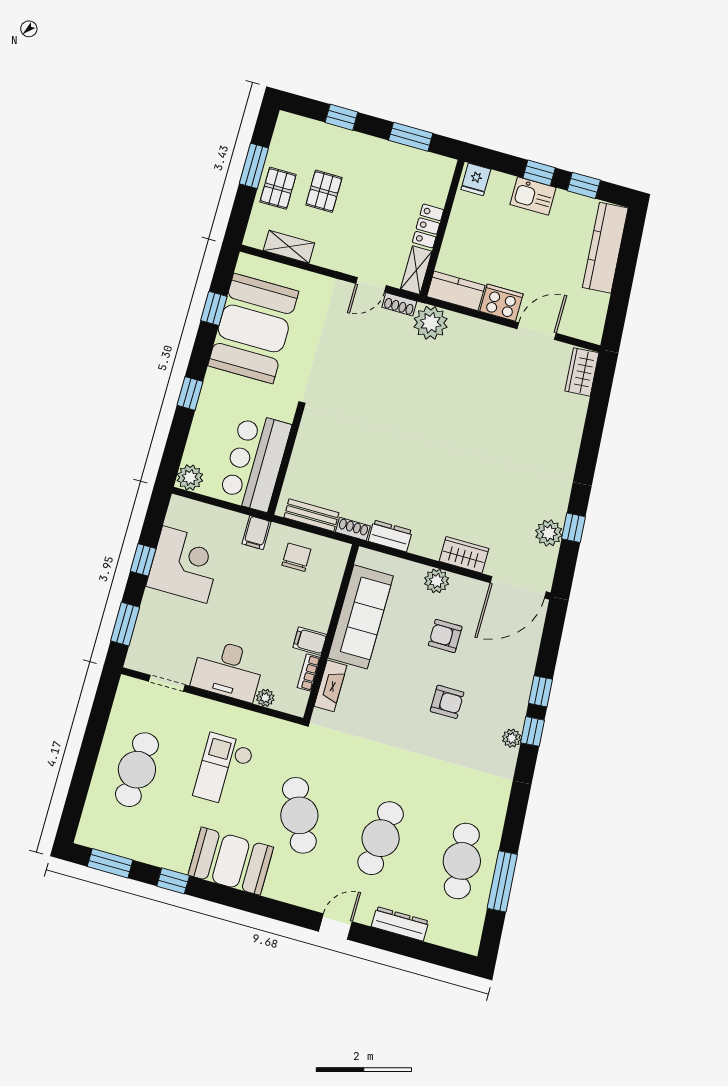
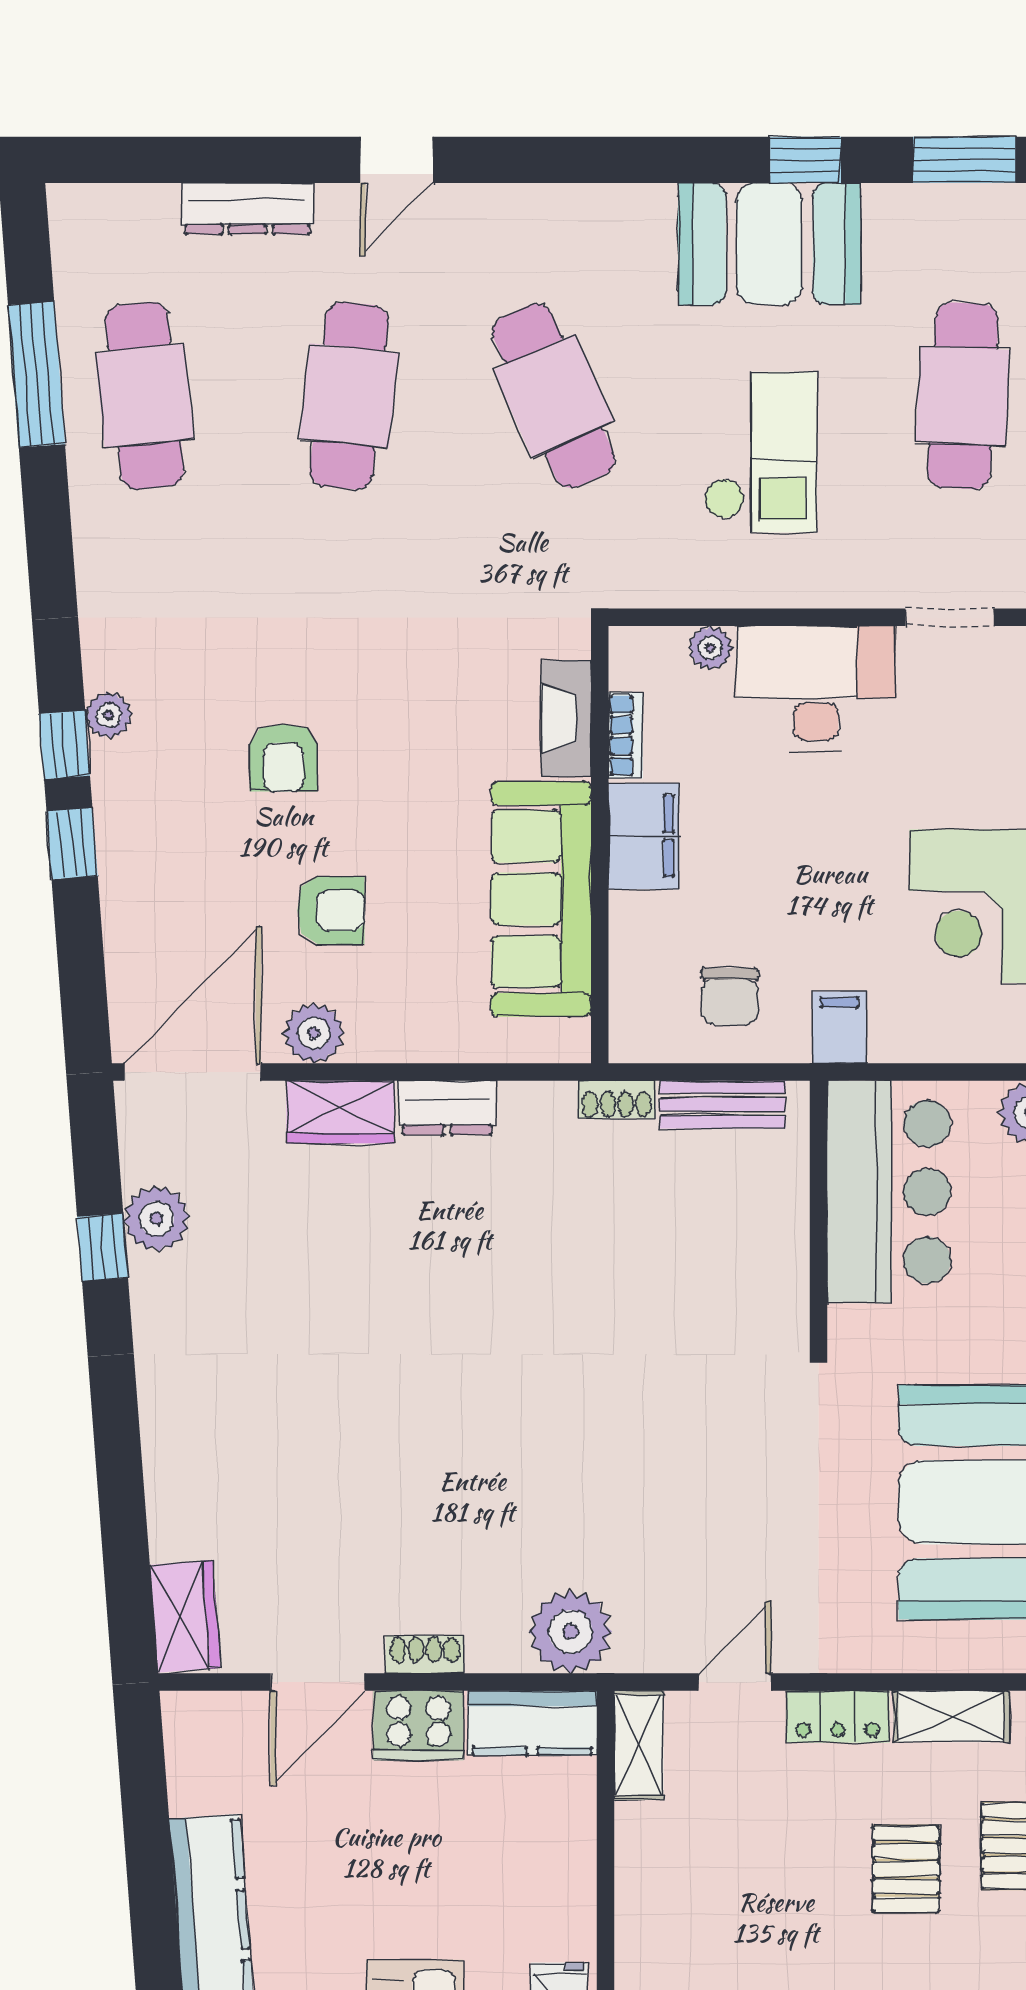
locker: (428, 226) -> (838, 1717), moved, turned 90
shoe rack: (399, 304) -> (425, 1654), moved
dresser: (390, 536) -> (447, 1108), moved
plant: (437, 581) -> (314, 1033), moved
filing cabinet: (310, 641) -> (644, 836), width x2.00
armchair: (447, 702) -> (283, 758), turned -90
booth: (231, 861) -> (769, 244), moved

